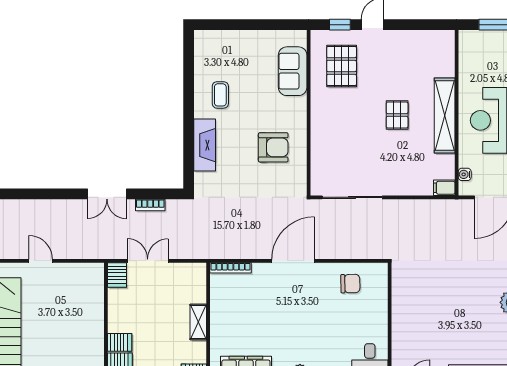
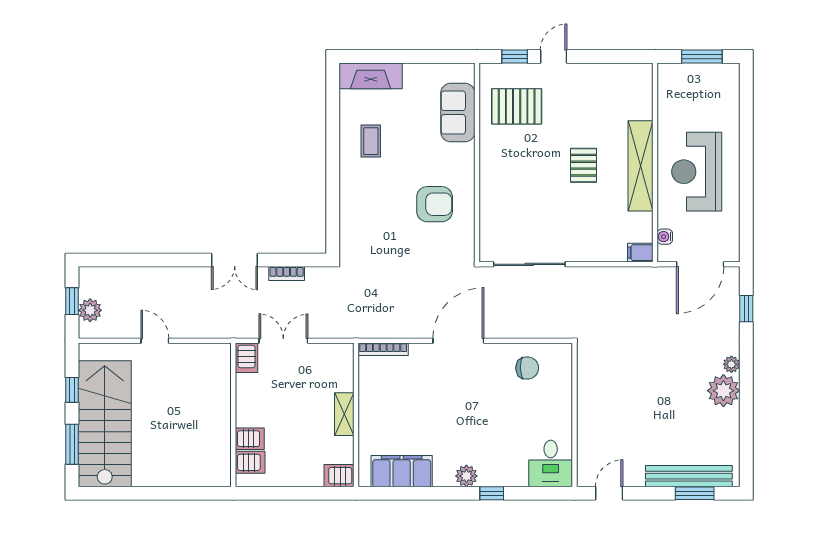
pallet: (342, 66) -> (517, 106), turned 90
fireplace: (205, 145) -> (371, 76), moved, turned 90

